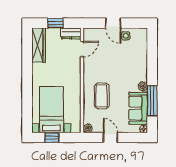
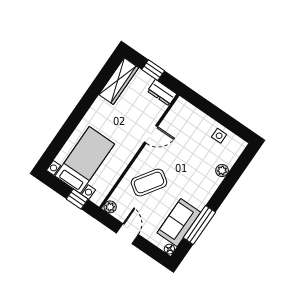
door: (113, 23) -> (215, 113), removed
door: (82, 49) -> (151, 134), moved
plant: (143, 86) -> (222, 170), moved
coffee table: (102, 96) -> (149, 183), turned 34
window: (52, 138) -> (77, 199), moved

